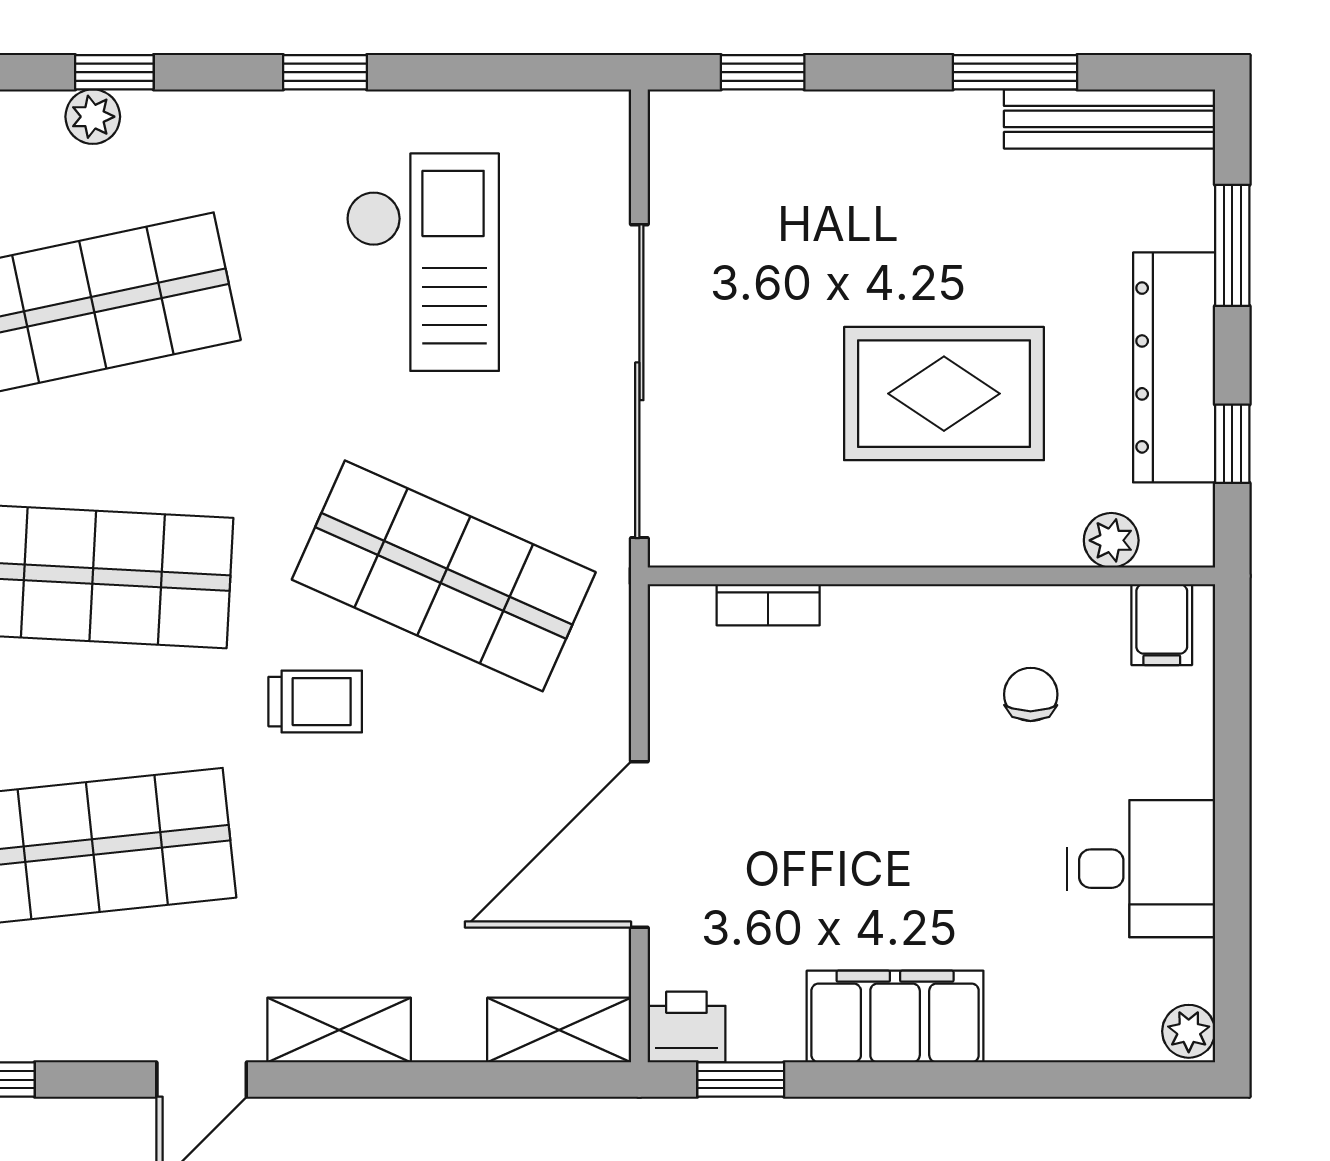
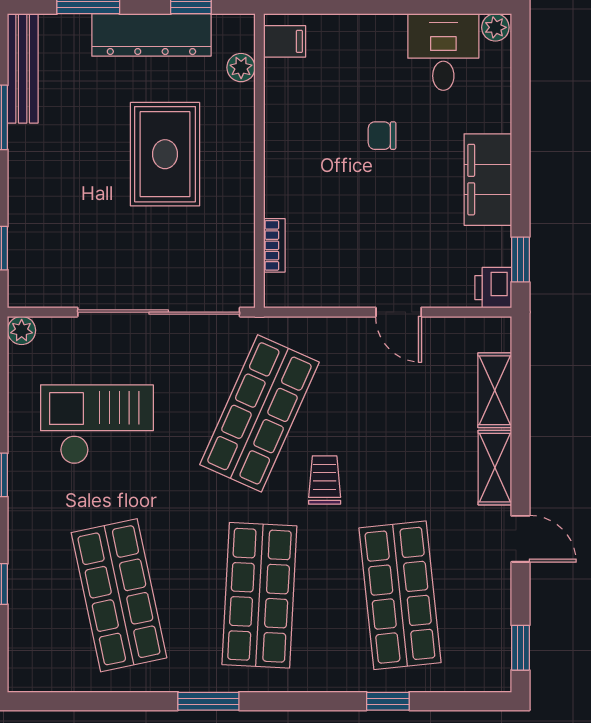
plant: (93, 117) -> (22, 330), moved
chair: (1031, 694) -> (382, 136), moved
door: (639, 844) -> (399, 312), width x0.53
desk: (1141, 869) -> (443, 52), moved
shelving: (559, 1030) -> (495, 390), moved

